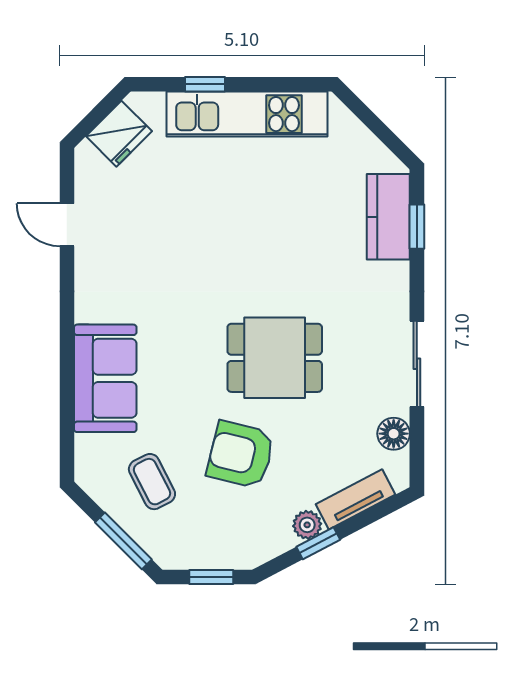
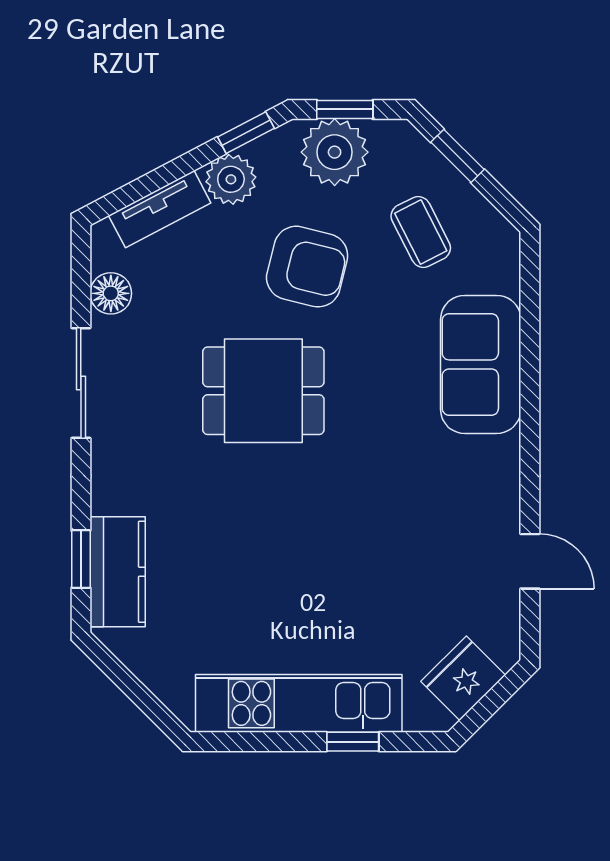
plant: (307, 525) -> (231, 179), width x1.38, depth x1.38
window: (123, 541) -> (457, 156), width x0.67
window: (318, 543) -> (246, 133), moved
plant: (219, 544) -> (335, 152), added

